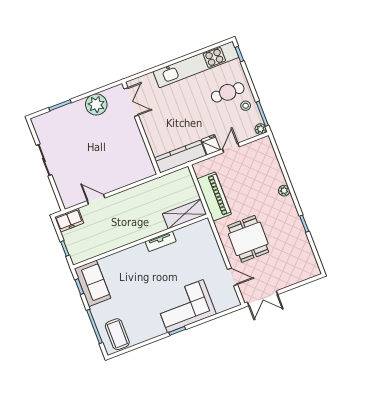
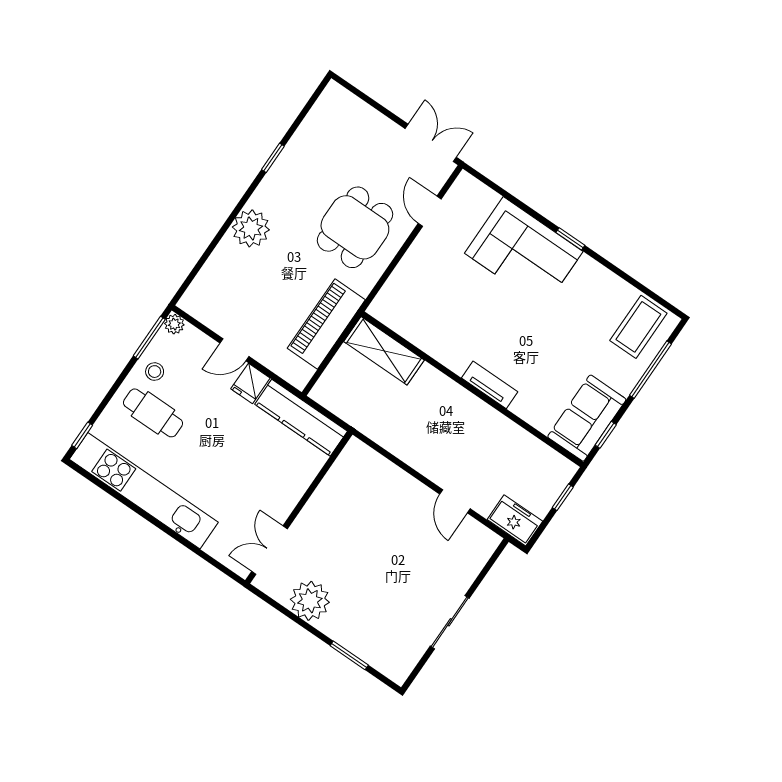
plant: (284, 191) -> (251, 228), width x1.87, depth x1.87
tv unit: (161, 241) -> (490, 385), moved

